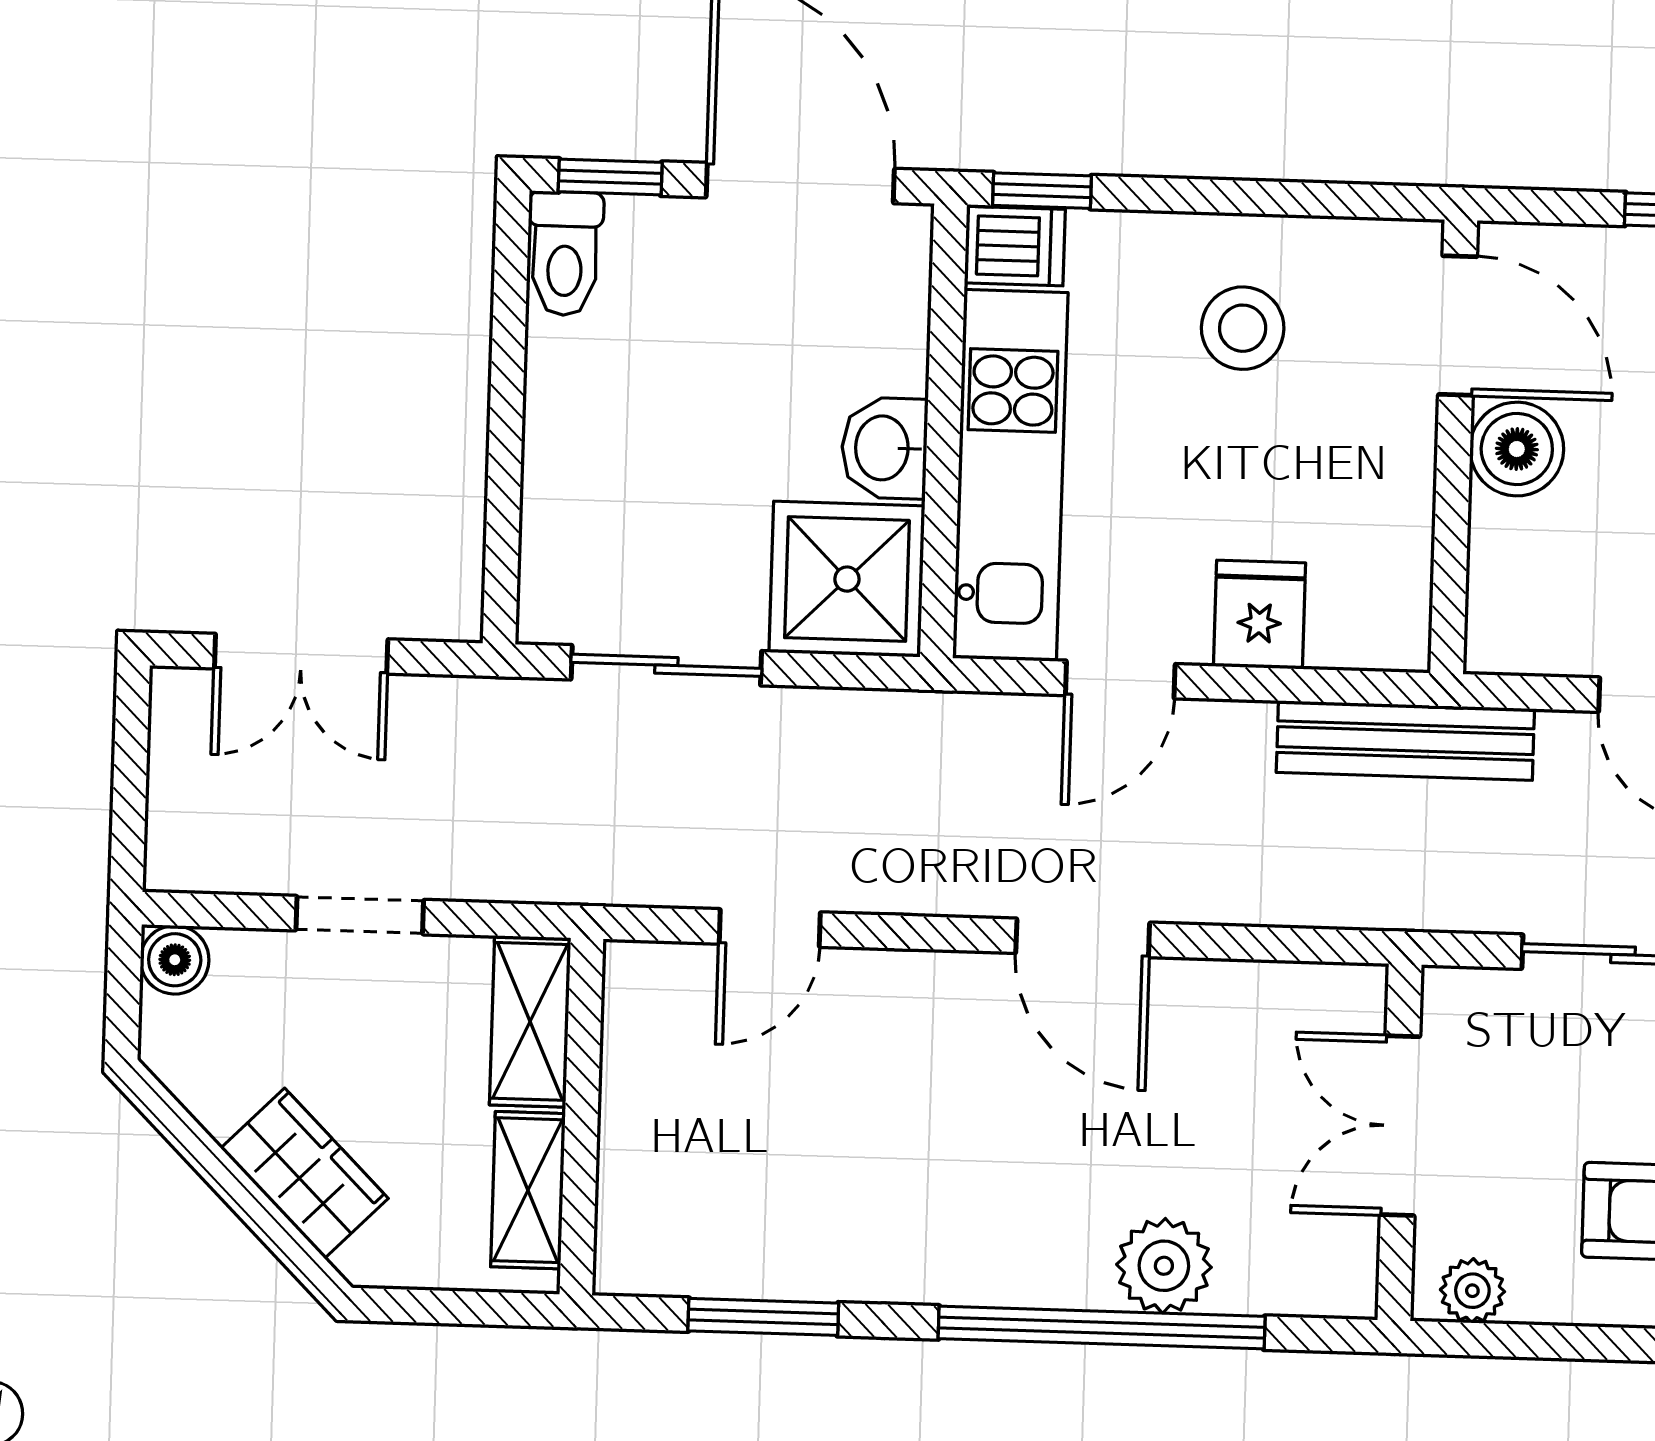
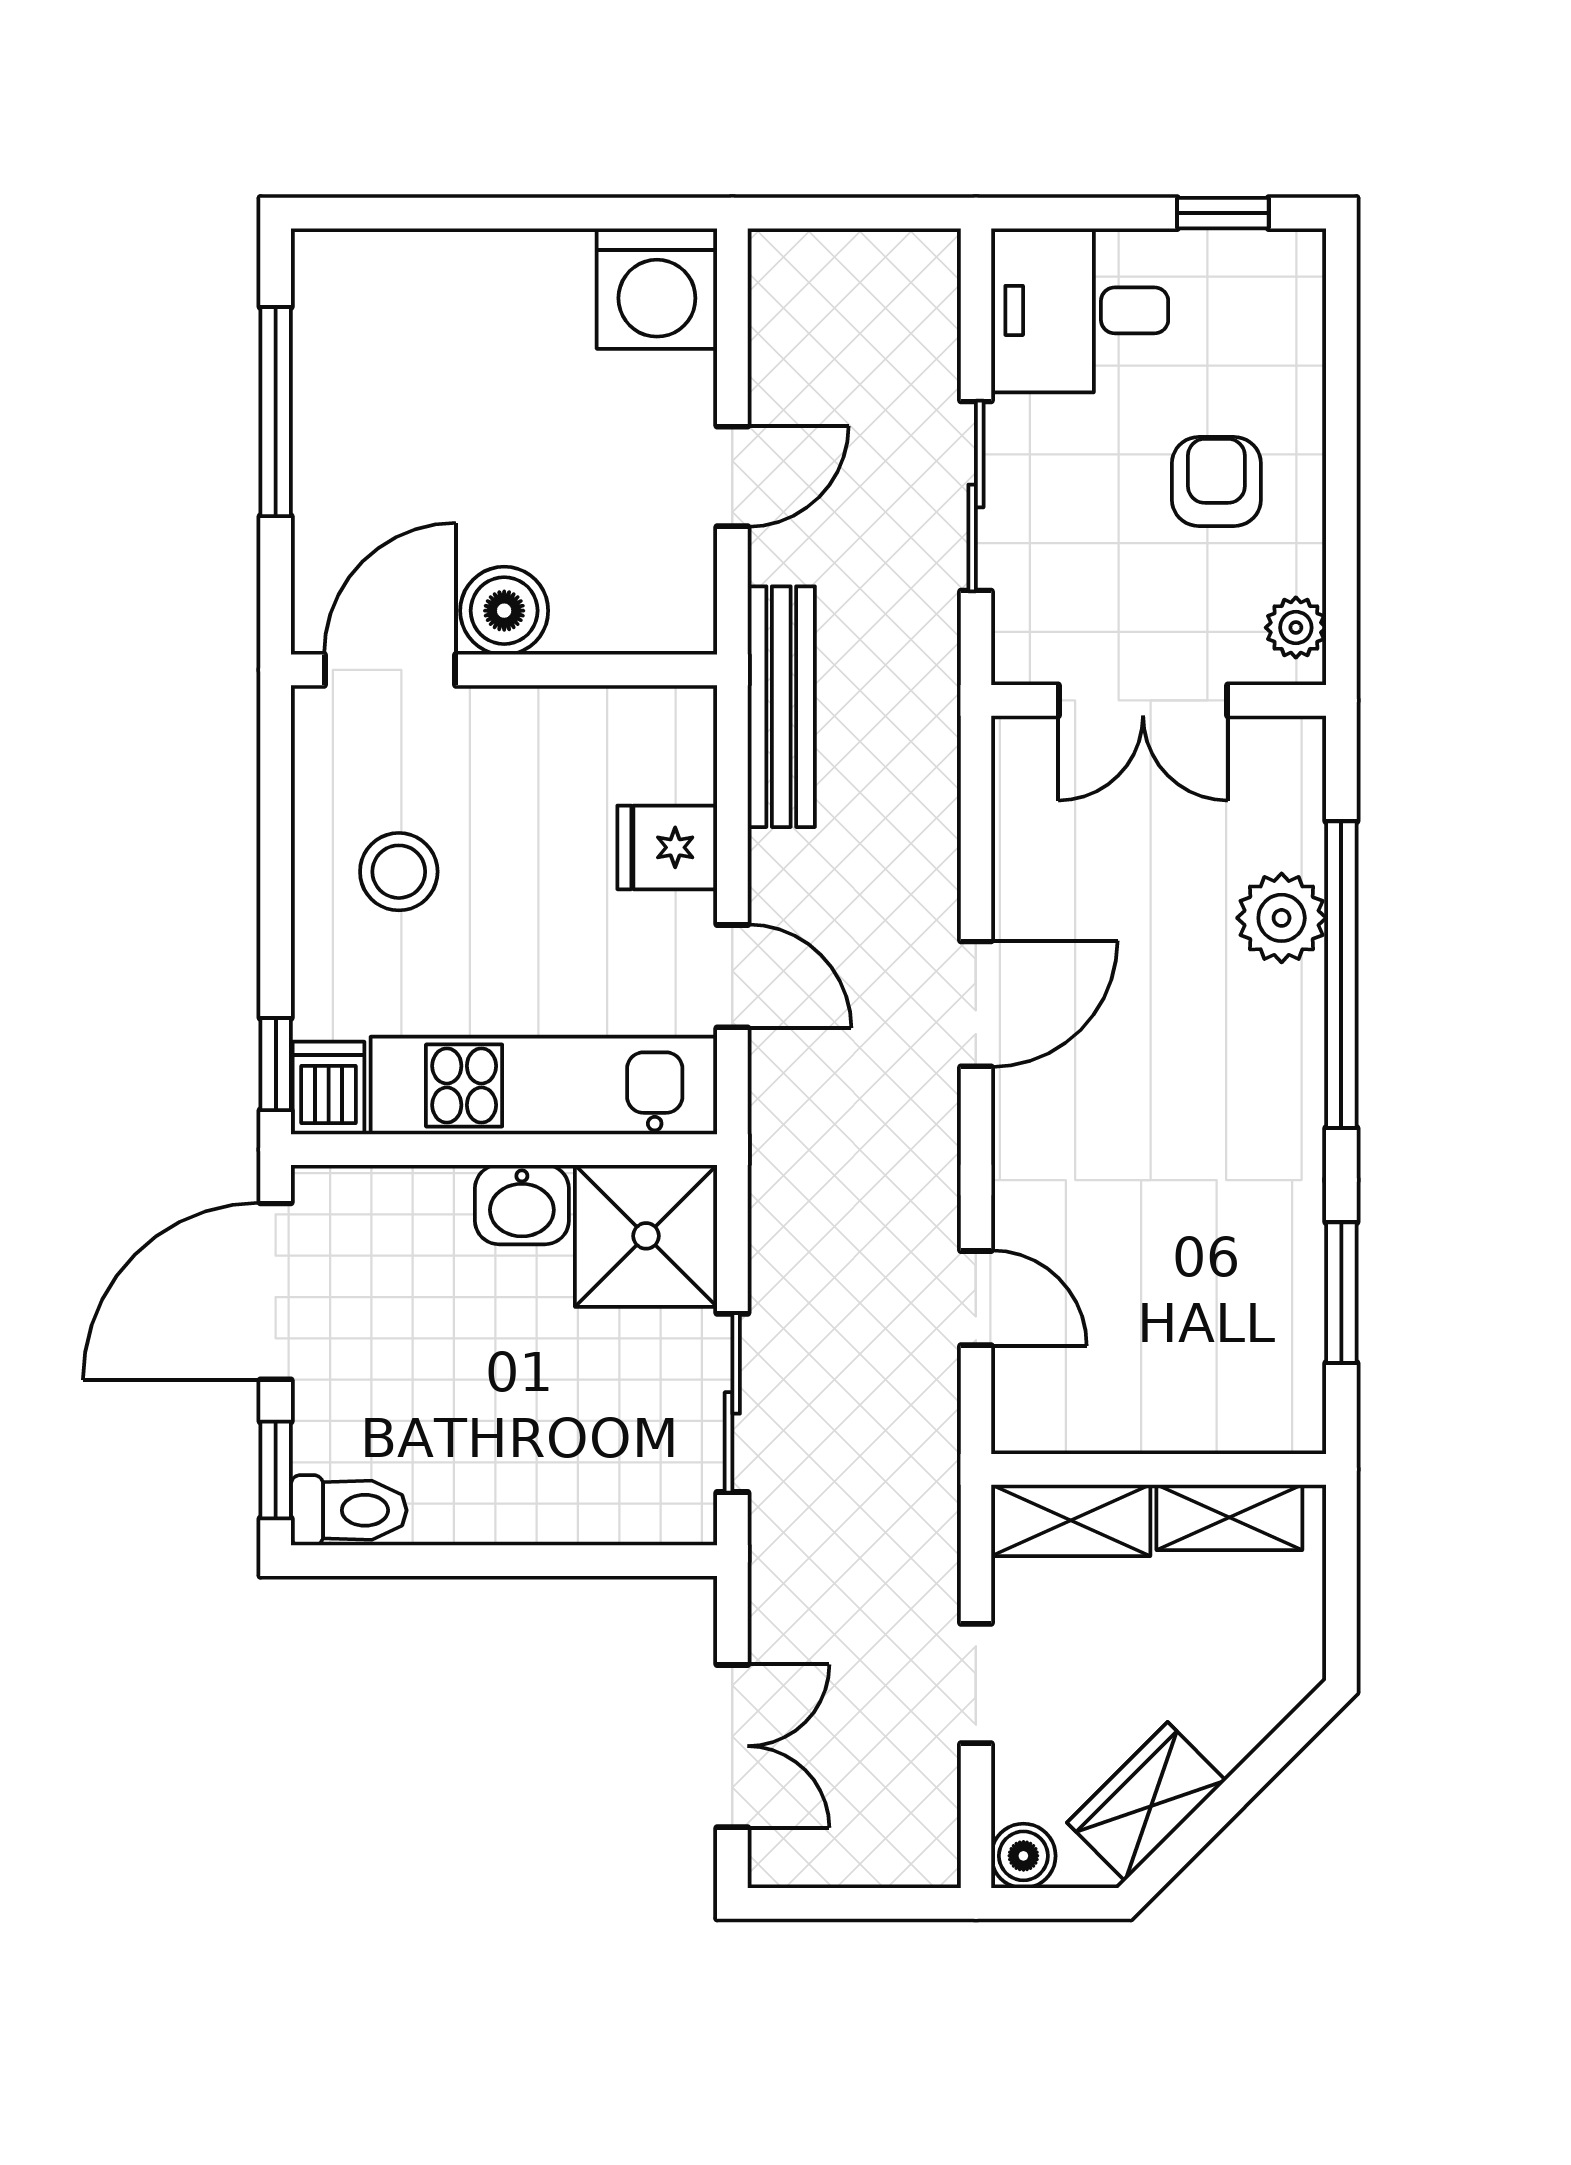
wardrobe: (304, 1173) -> (1146, 1801), moved

